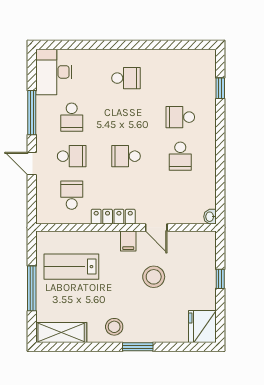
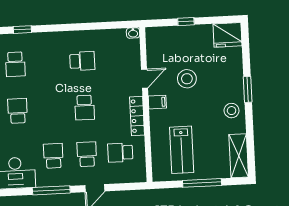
school desk: (72, 117) -> (53, 156), turned -90
school desk: (180, 117) -> (15, 64), moved

